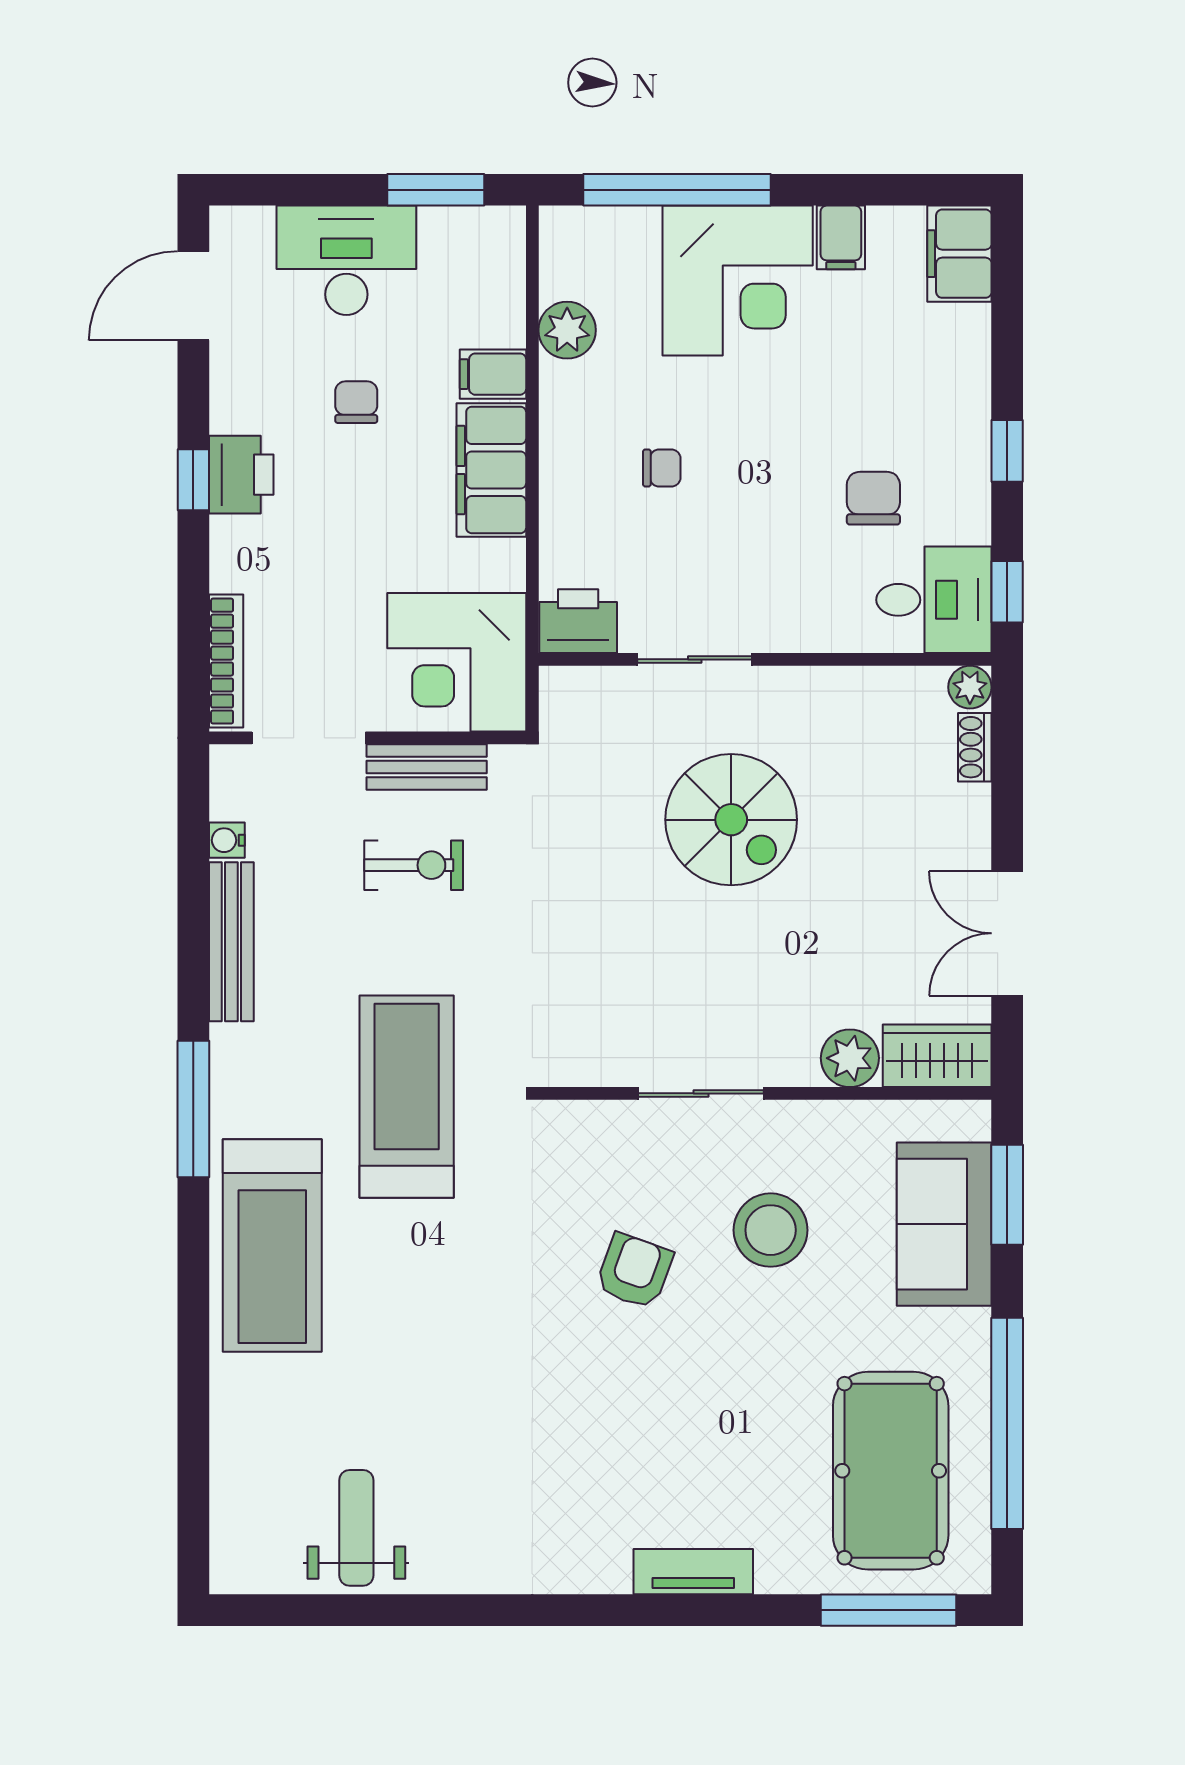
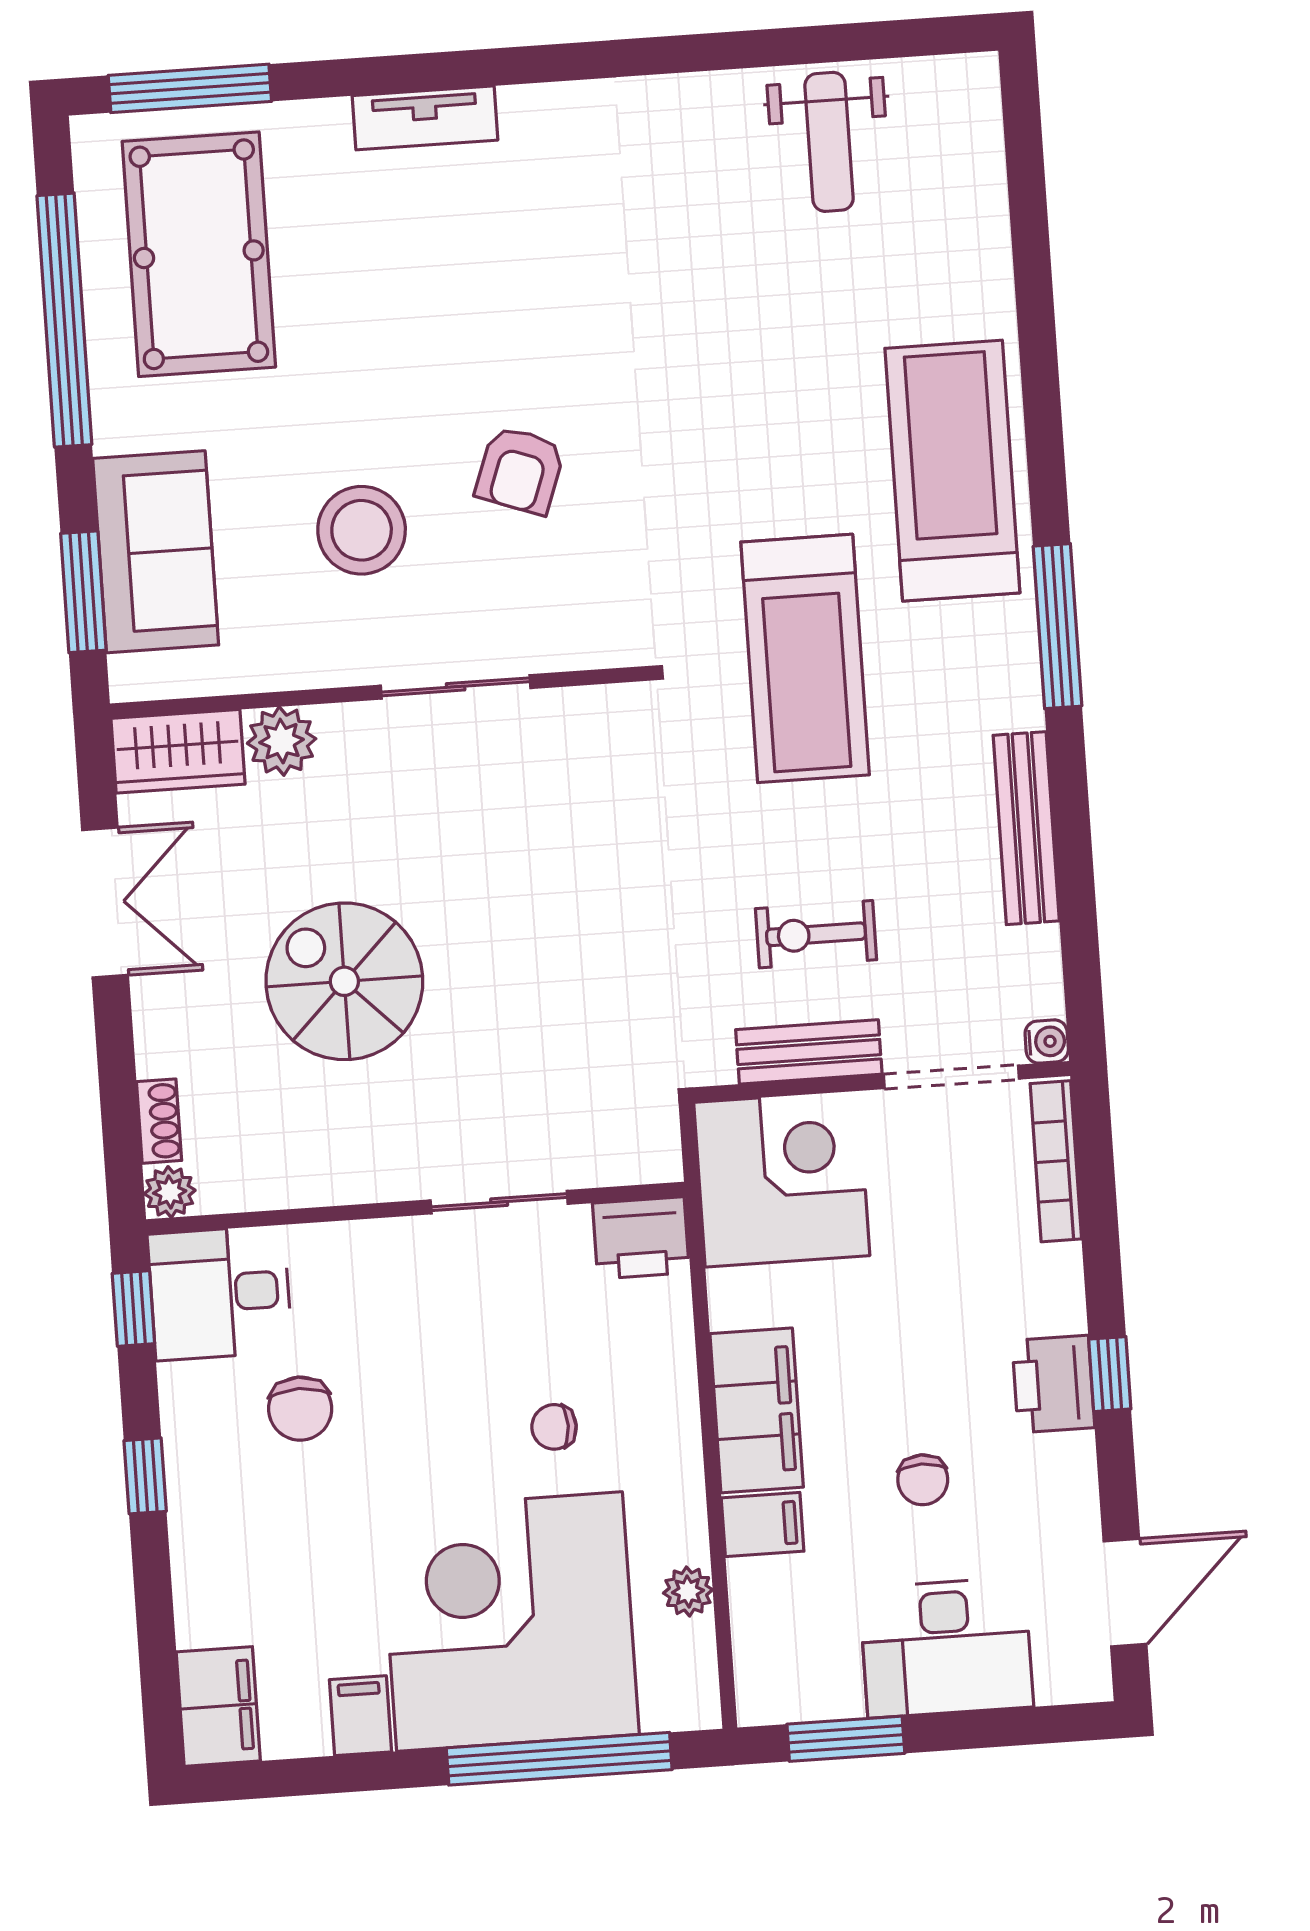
corner desk: (738, 281) -> (509, 1622), width x1.36, depth x1.36
plant: (567, 330) -> (688, 1591), width x0.73, depth x0.73
spiral stairs: (731, 820) -> (344, 981), moved
water cooler: (227, 840) -> (1047, 1042), moved

